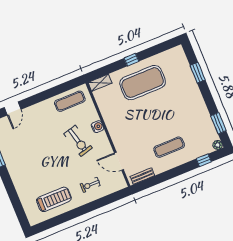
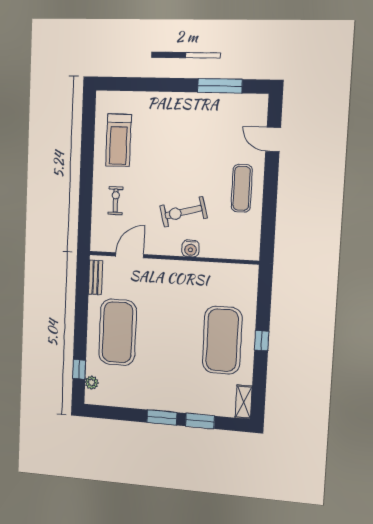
shelving: (100, 83) -> (244, 402), moved
exercise mat: (70, 101) -> (242, 188), moved
window: (218, 123) -> (162, 417), moved
plant: (218, 145) -> (92, 383), moved
exercise mat: (169, 147) -> (118, 332), width x2.00, depth x1.45

